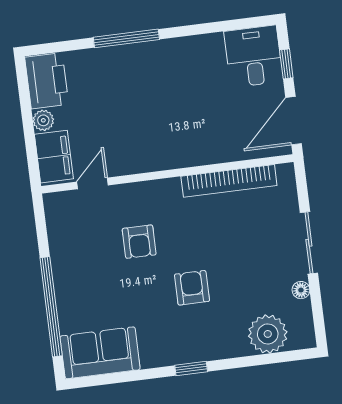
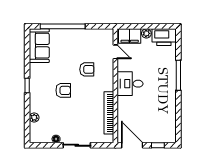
desk: (254, 56) -> (130, 84), moved, turned 180
armchair: (139, 242) -> (87, 69), turned 180
plant: (268, 334) -> (34, 118), width x0.53, depth x0.53

